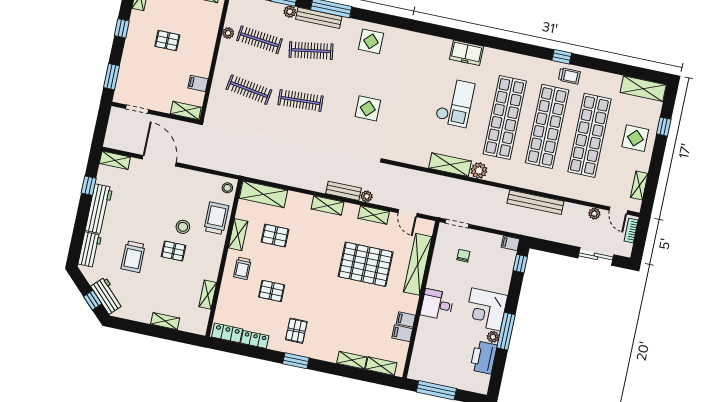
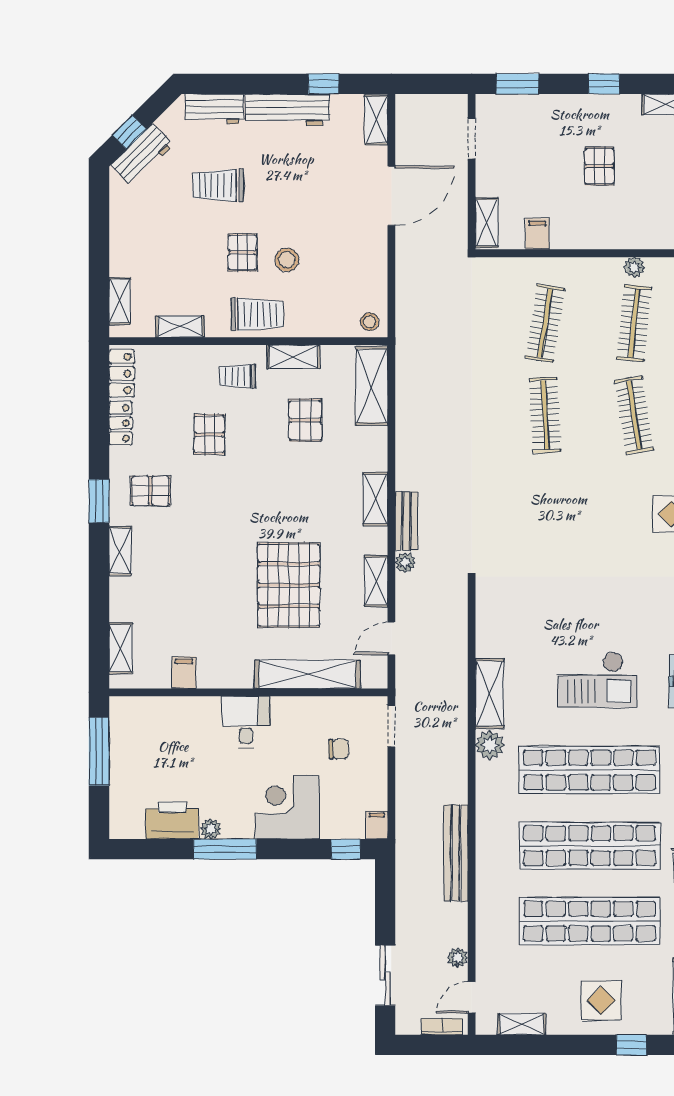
display table: (368, 108) -> (556, 533), removed
trolley: (216, 218) -> (257, 314), moved
corner desk: (486, 309) -> (287, 807), moved
filing cabinet: (406, 319) -> (209, 674), removed
shelving: (165, 321) -> (120, 301), moved
shelving: (352, 360) -> (120, 551), moved

